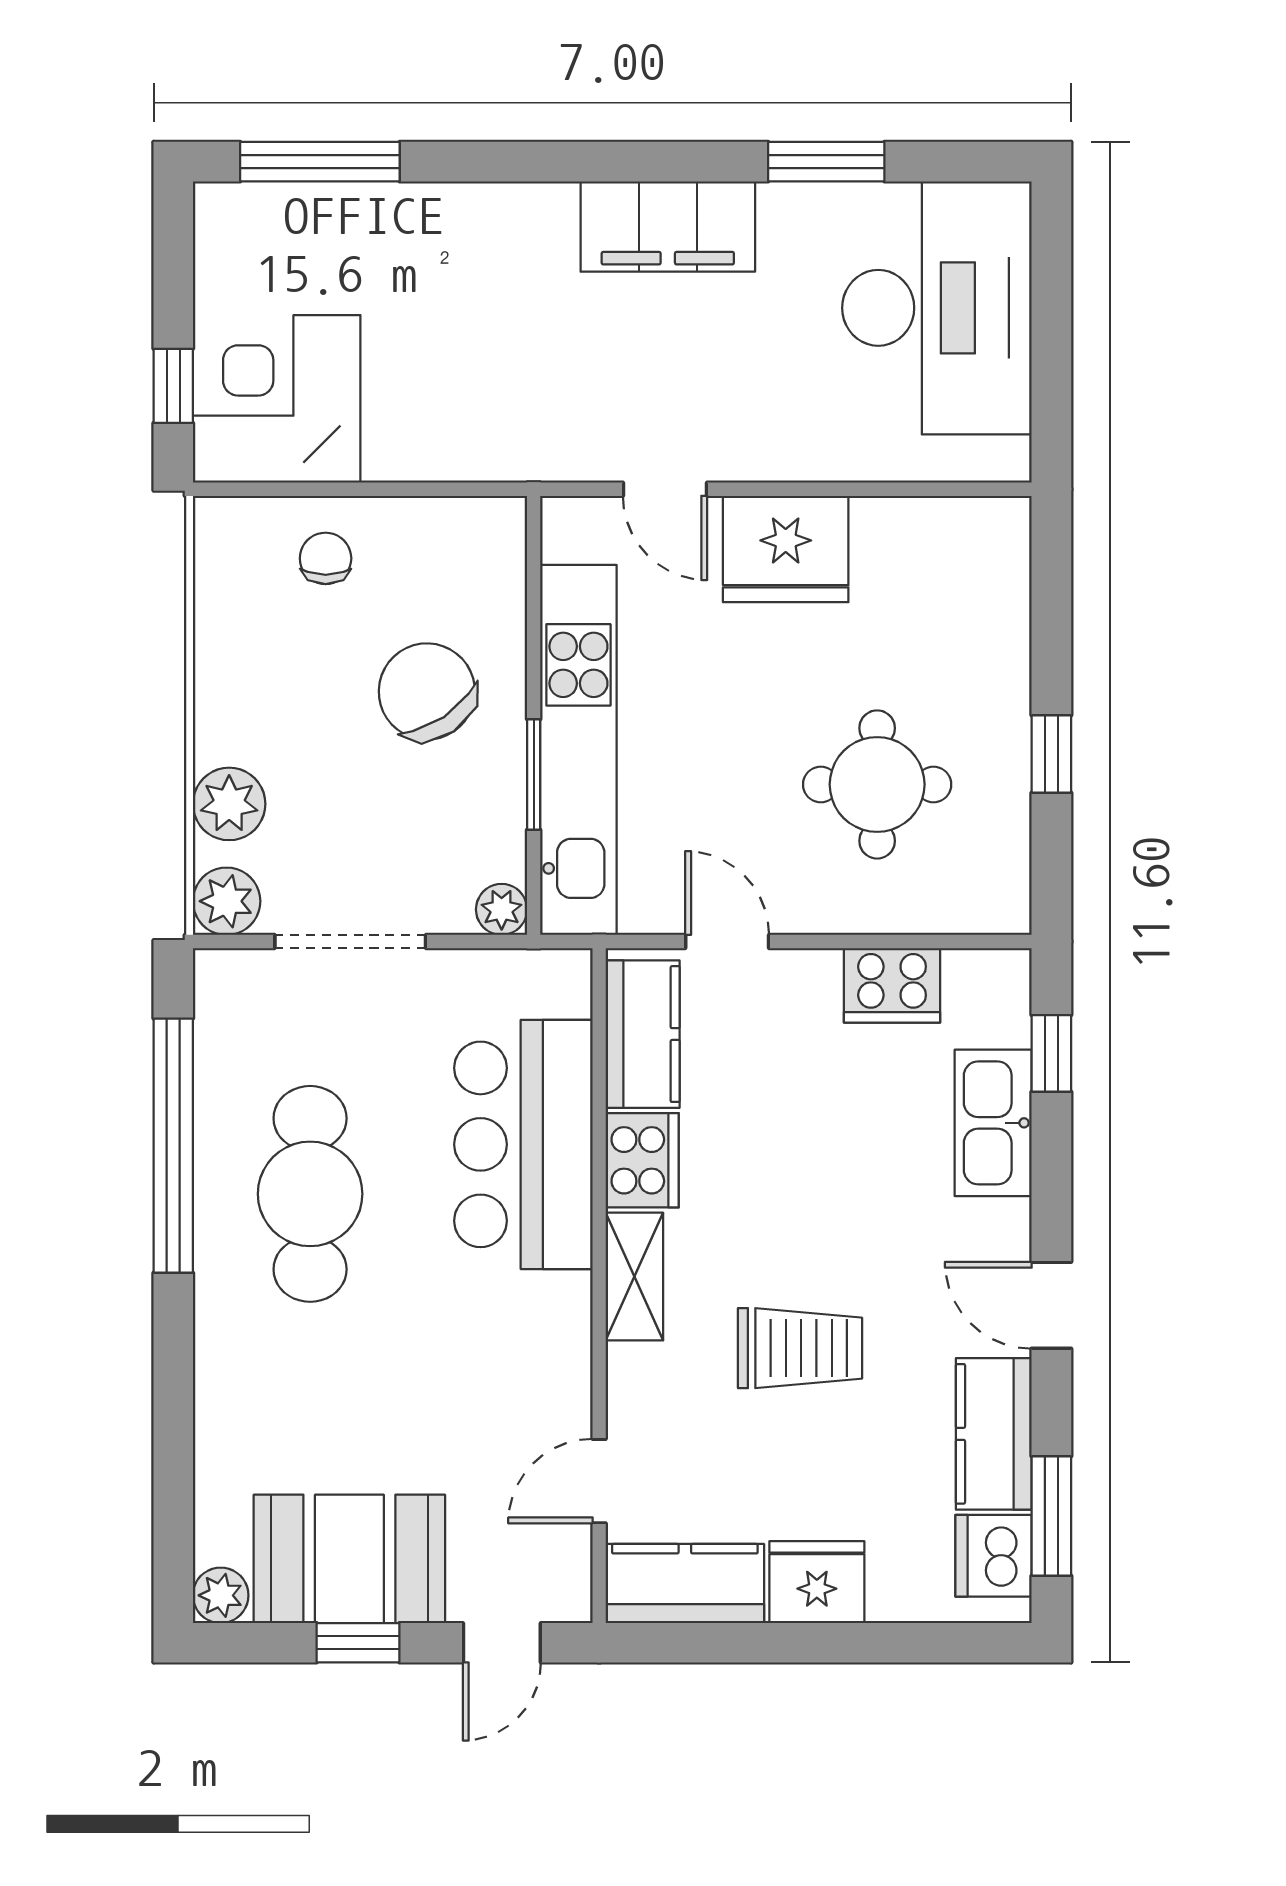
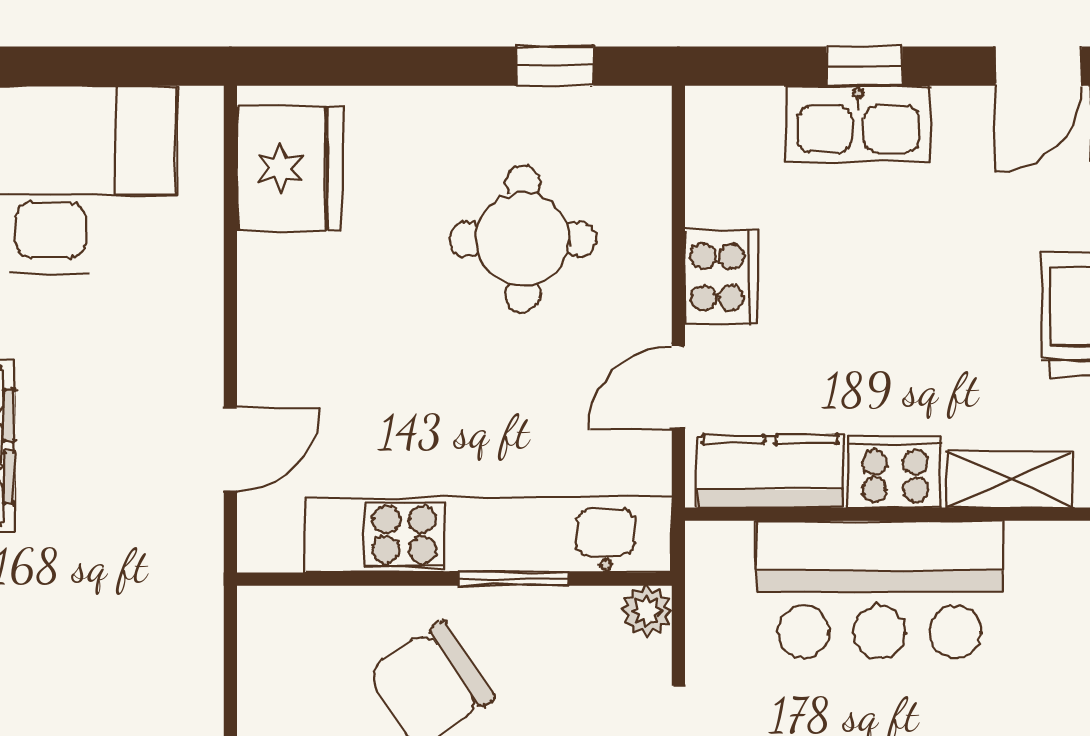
fridge: (786, 549) -> (289, 168), moved
window: (1051, 754) -> (555, 66), moved
cooker: (892, 985) -> (722, 277), moved
window: (1051, 1053) -> (864, 66), moved

